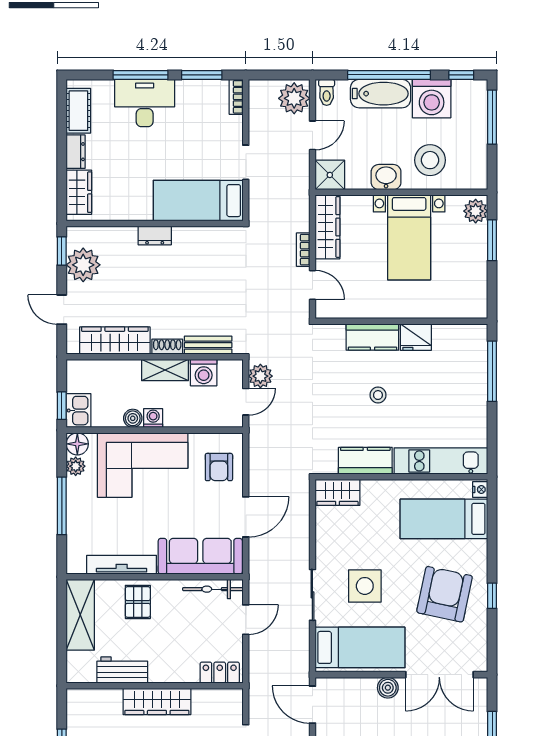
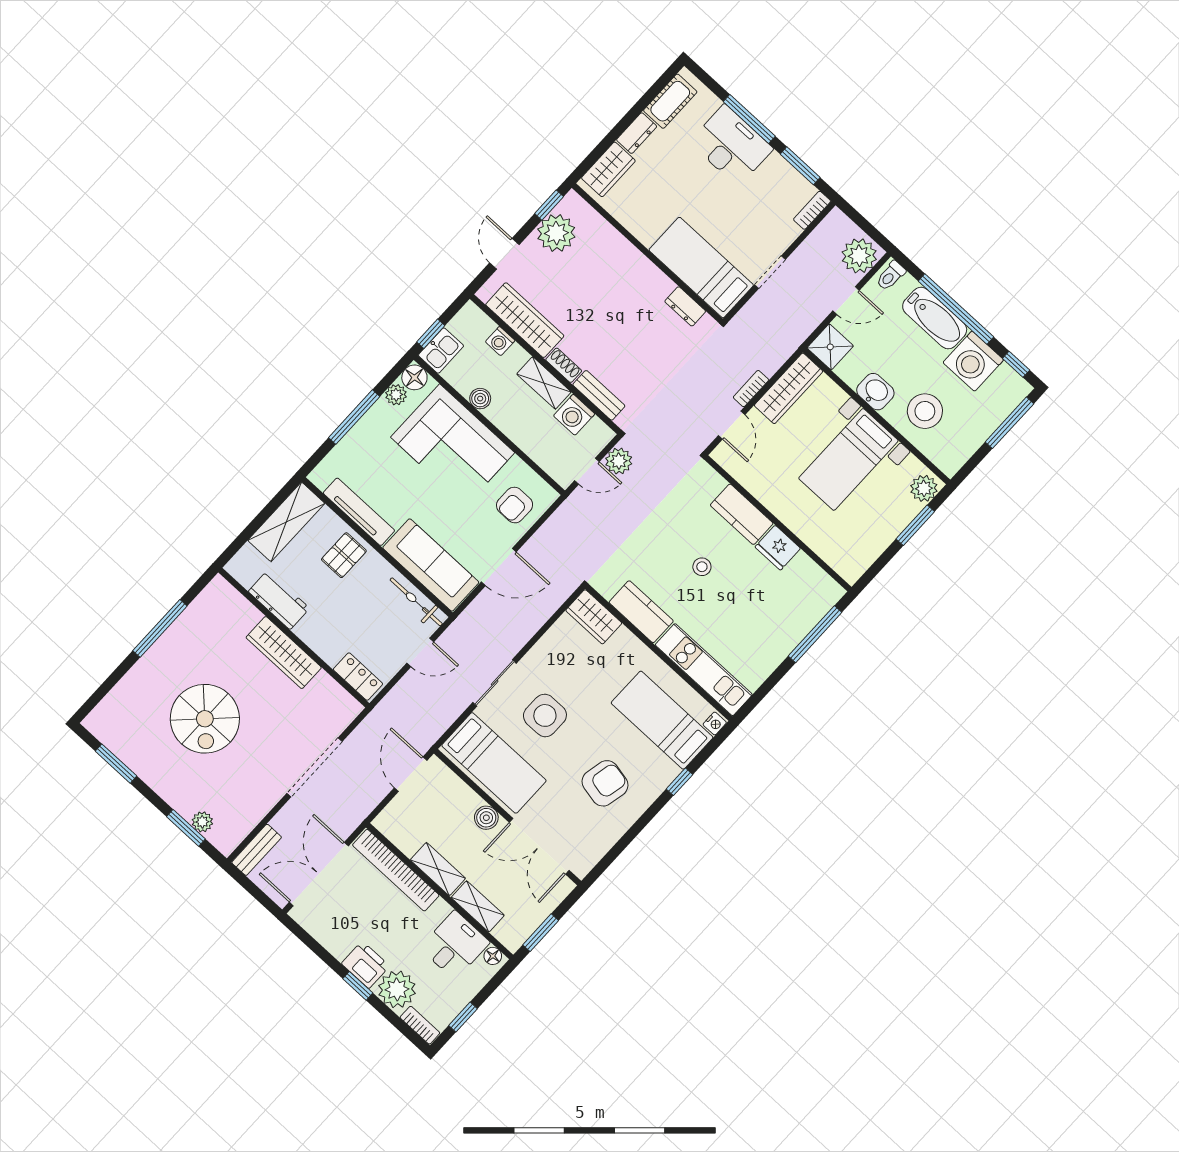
dresser: (155, 235) -> (685, 306), moved
washing machine: (153, 418) -> (500, 341), moved, turned 180
armchair: (445, 594) -> (605, 783), width x0.73, depth x0.73
window: (492, 596) -> (679, 782), moved

